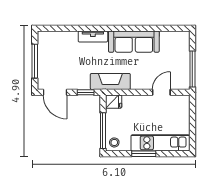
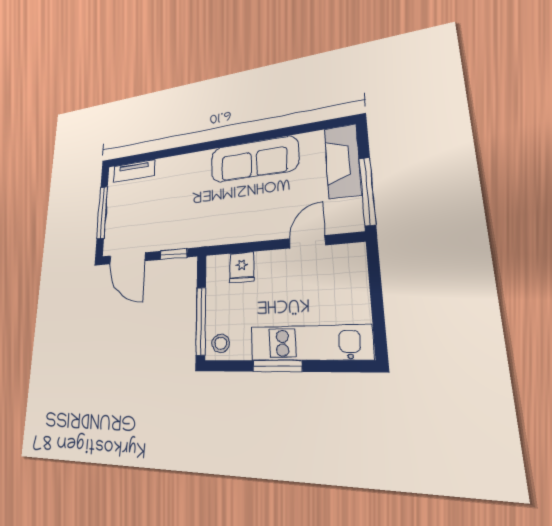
tv unit: (93, 36) -> (134, 171), moved
fireplace: (110, 81) -> (343, 161), moved, turned -90
fridge: (114, 102) -> (242, 267), moved, turned 90

